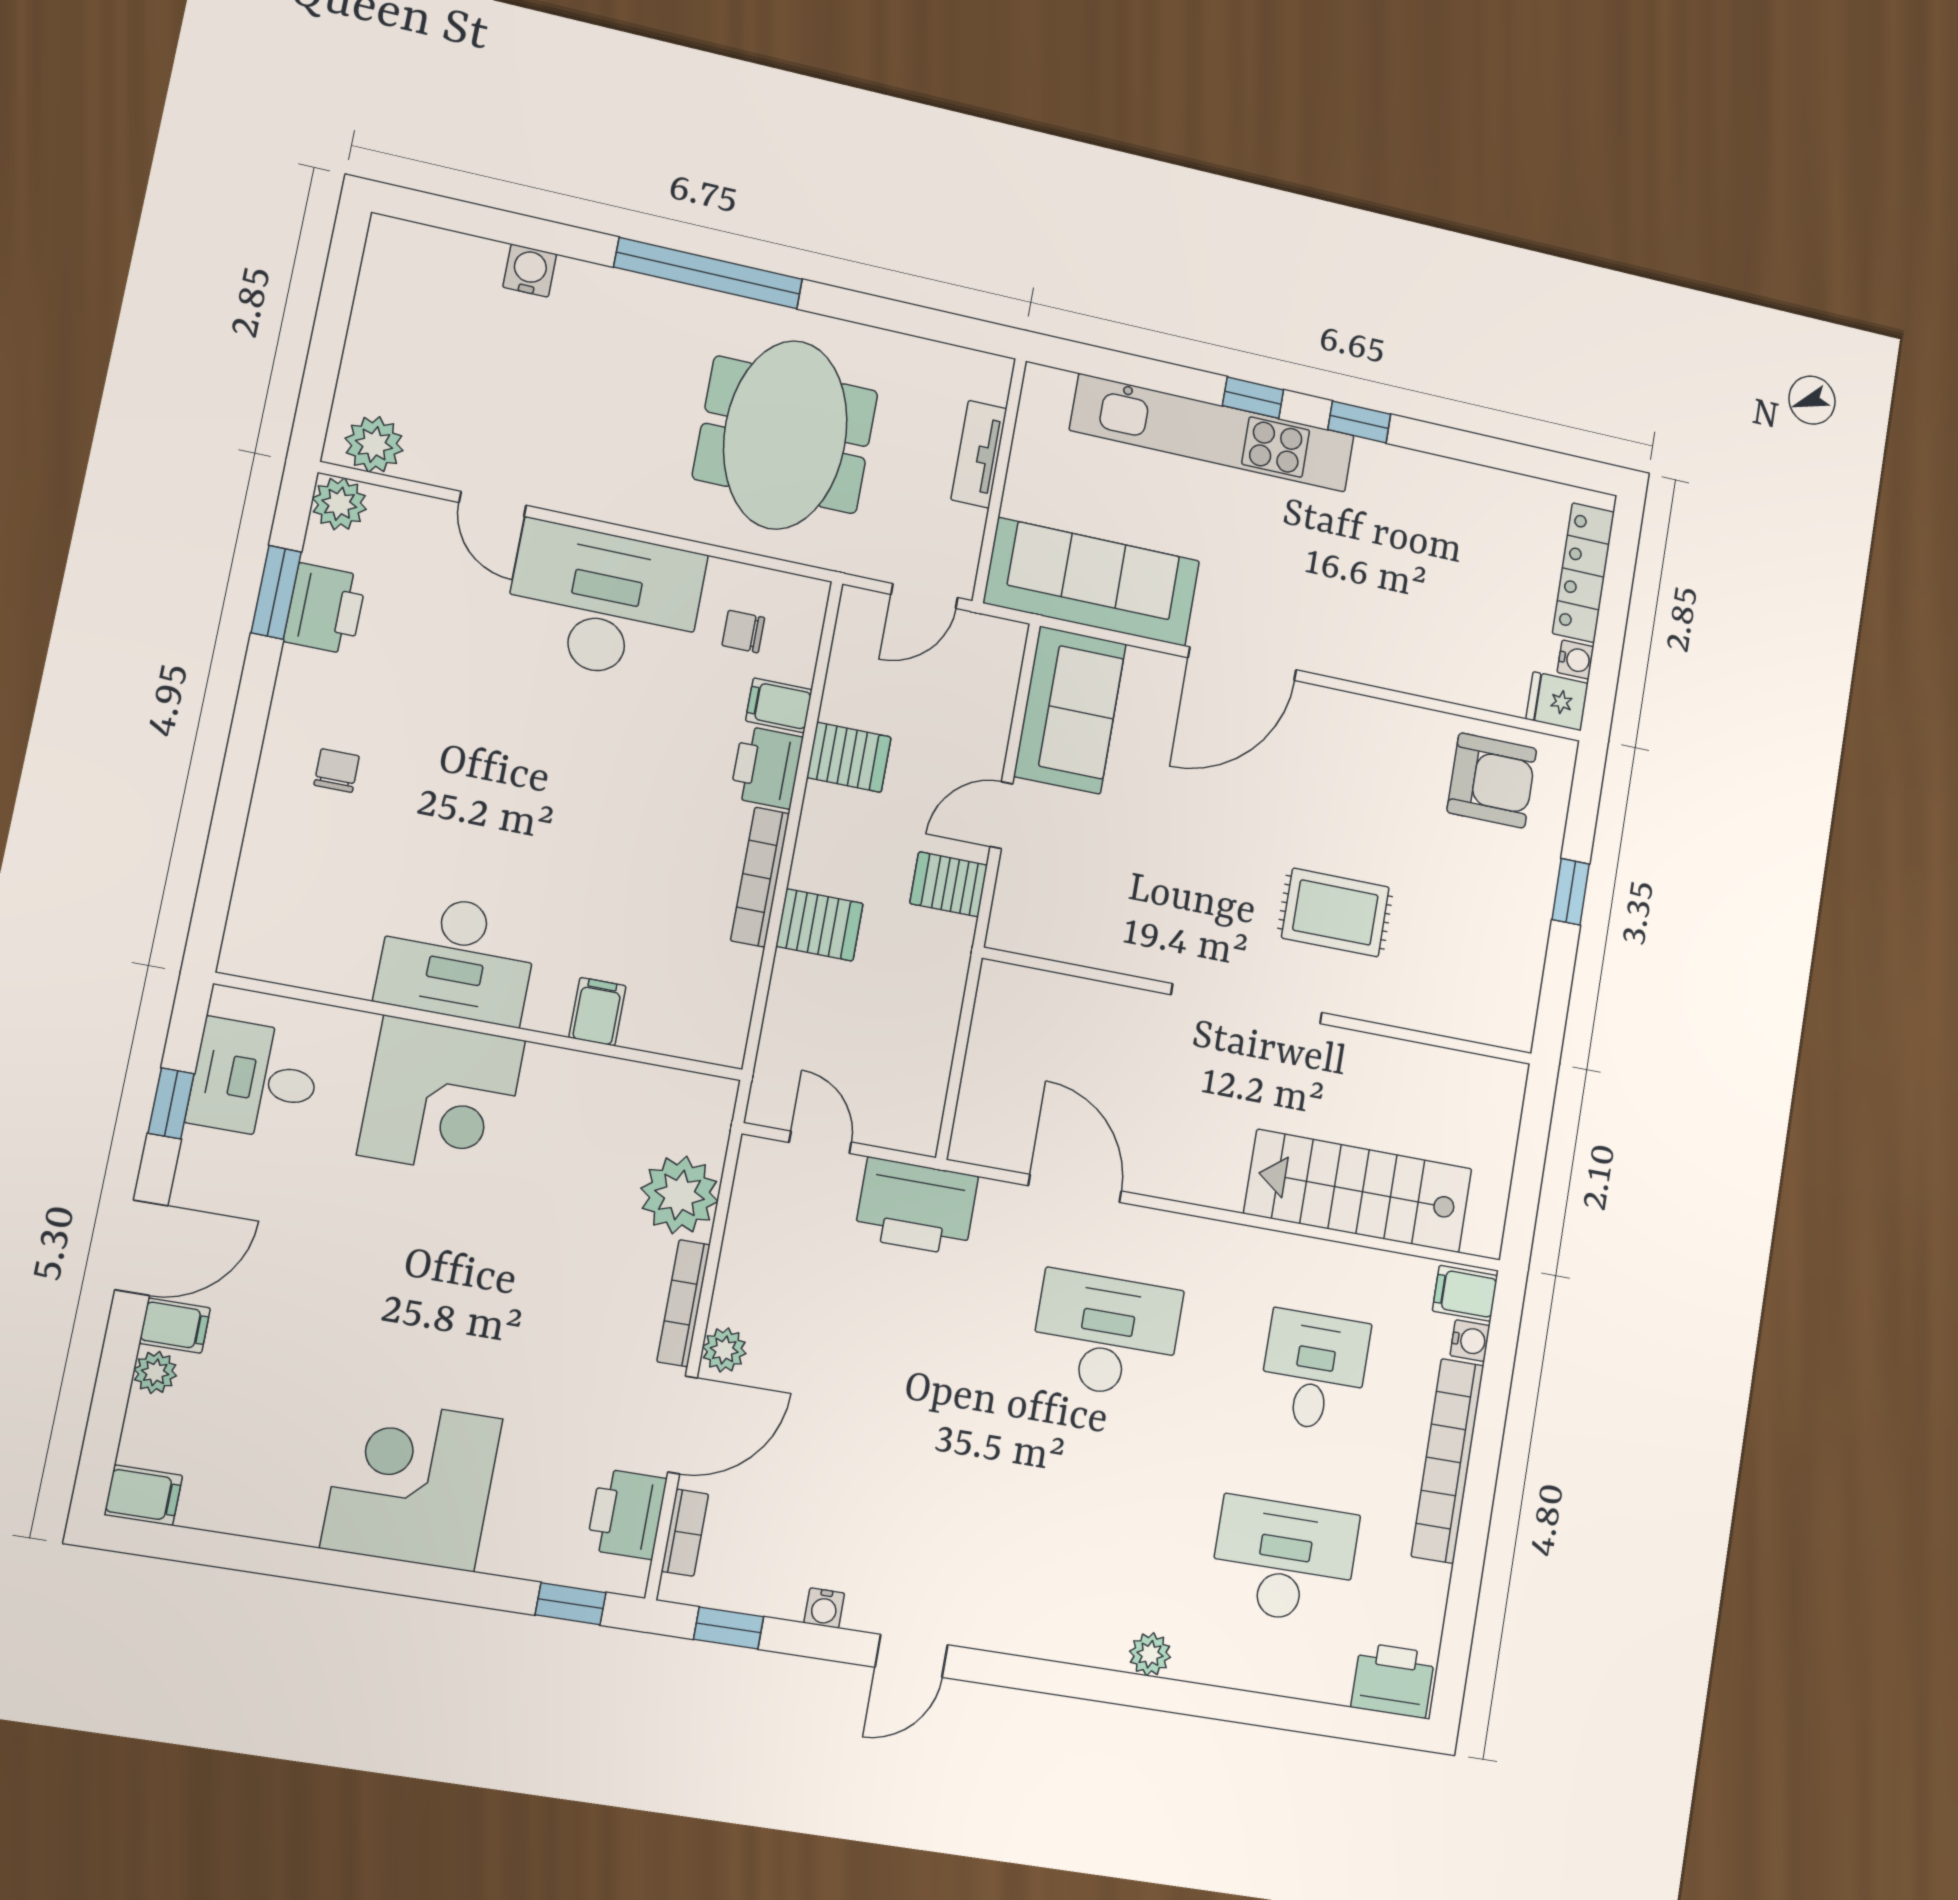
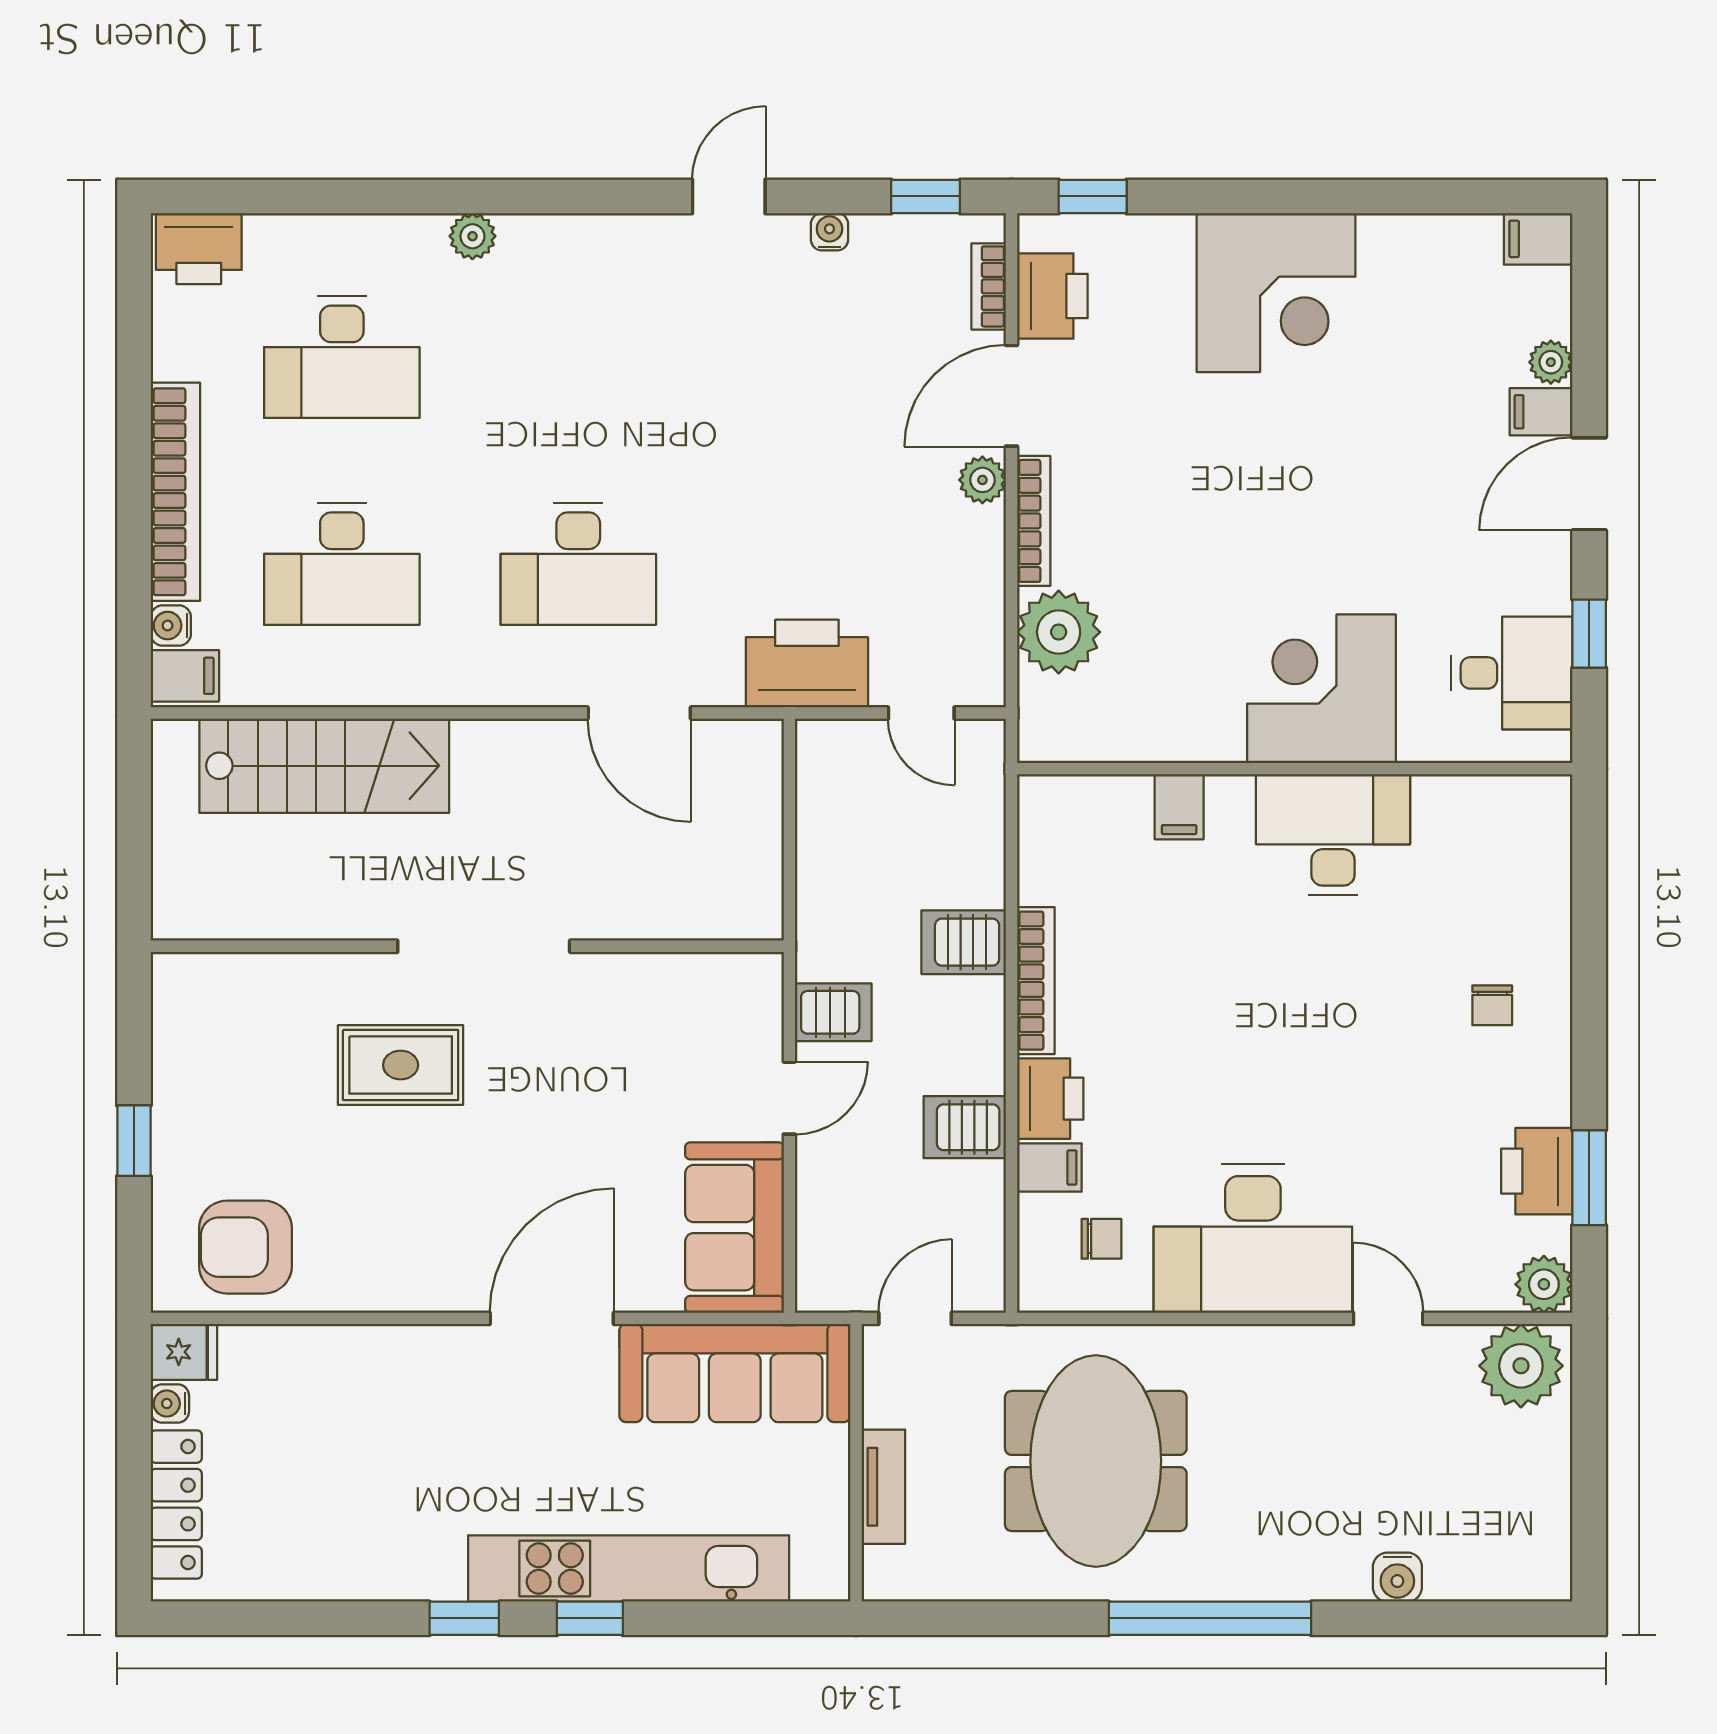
plant: (374, 444) -> (1521, 1366), width x1.36, depth x1.36
desk: (1314, 1371) -> (342, 564), width x1.37

